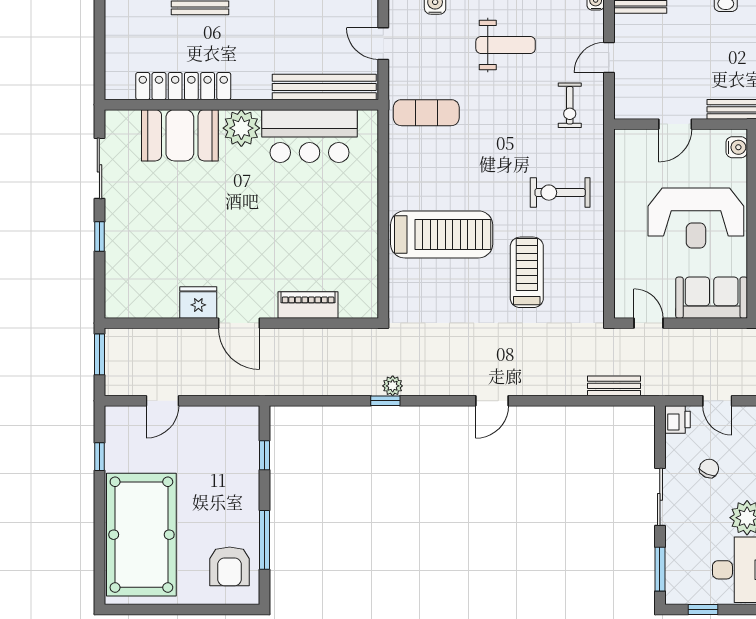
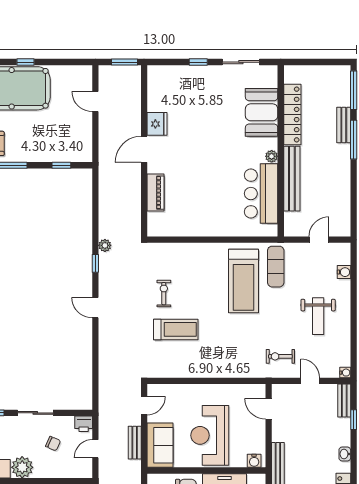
bench: (324, 87) -> (292, 179), moved
door: (675, 124) -> (269, 409), moved
plant: (241, 128) -> (272, 156), width x0.53, depth x0.53
exercise bike: (560, 193) -> (164, 294), moved, width x0.73, depth x0.72
treadmill: (442, 234) -> (243, 281), moved
bench: (614, 386) -> (135, 443), moved
window: (385, 401) -> (95, 263), moved
window: (99, 457) -> (25, 62), moved

